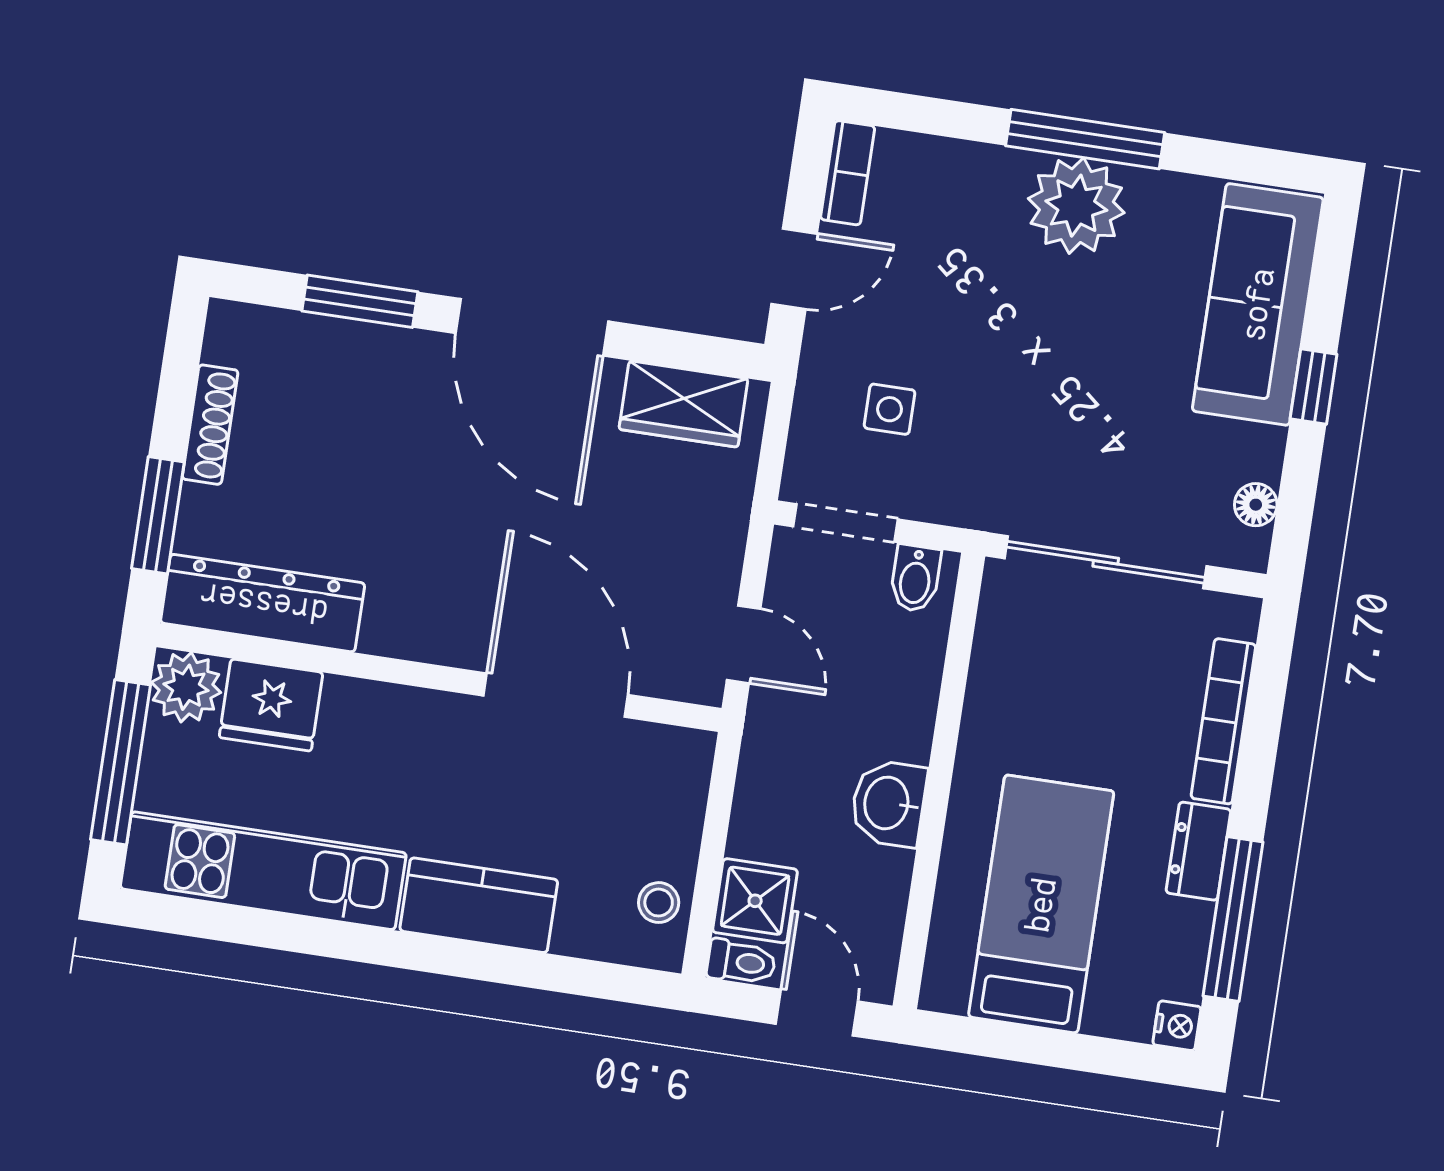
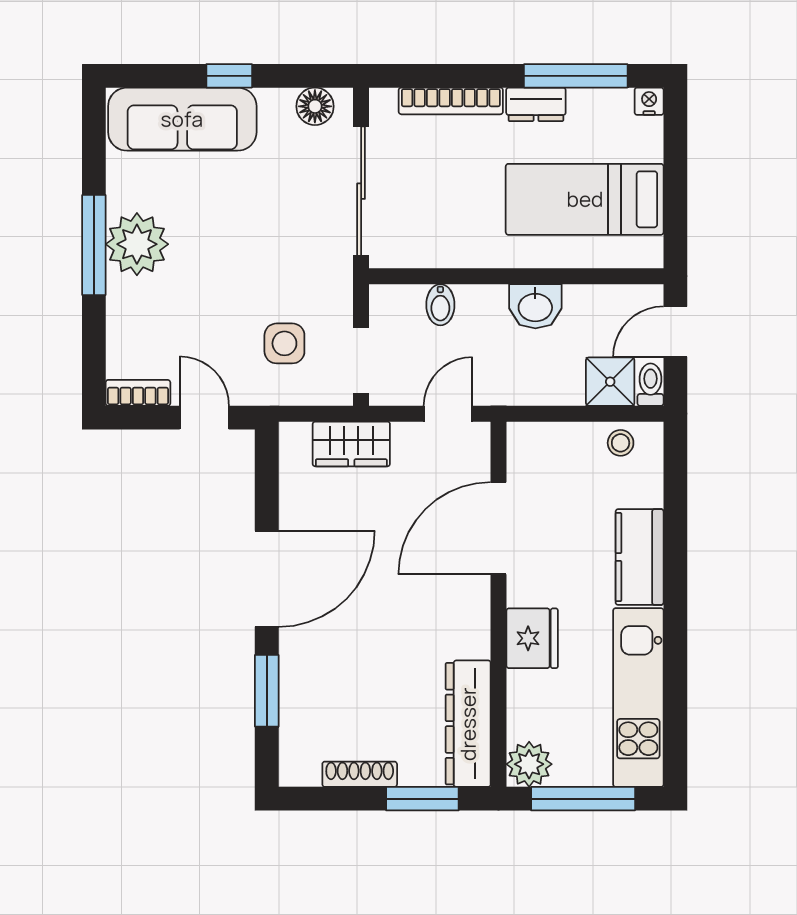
wardrobe: (684, 404) -> (351, 444), moved, turned 90
side table: (890, 409) -> (284, 343), width x1.37, depth x1.37
floor lamp: (1256, 505) -> (315, 106), width x1.37, depth x1.37
bidet: (915, 578) -> (440, 305), moved, turned 90
fridge: (271, 705) -> (532, 638), moved

